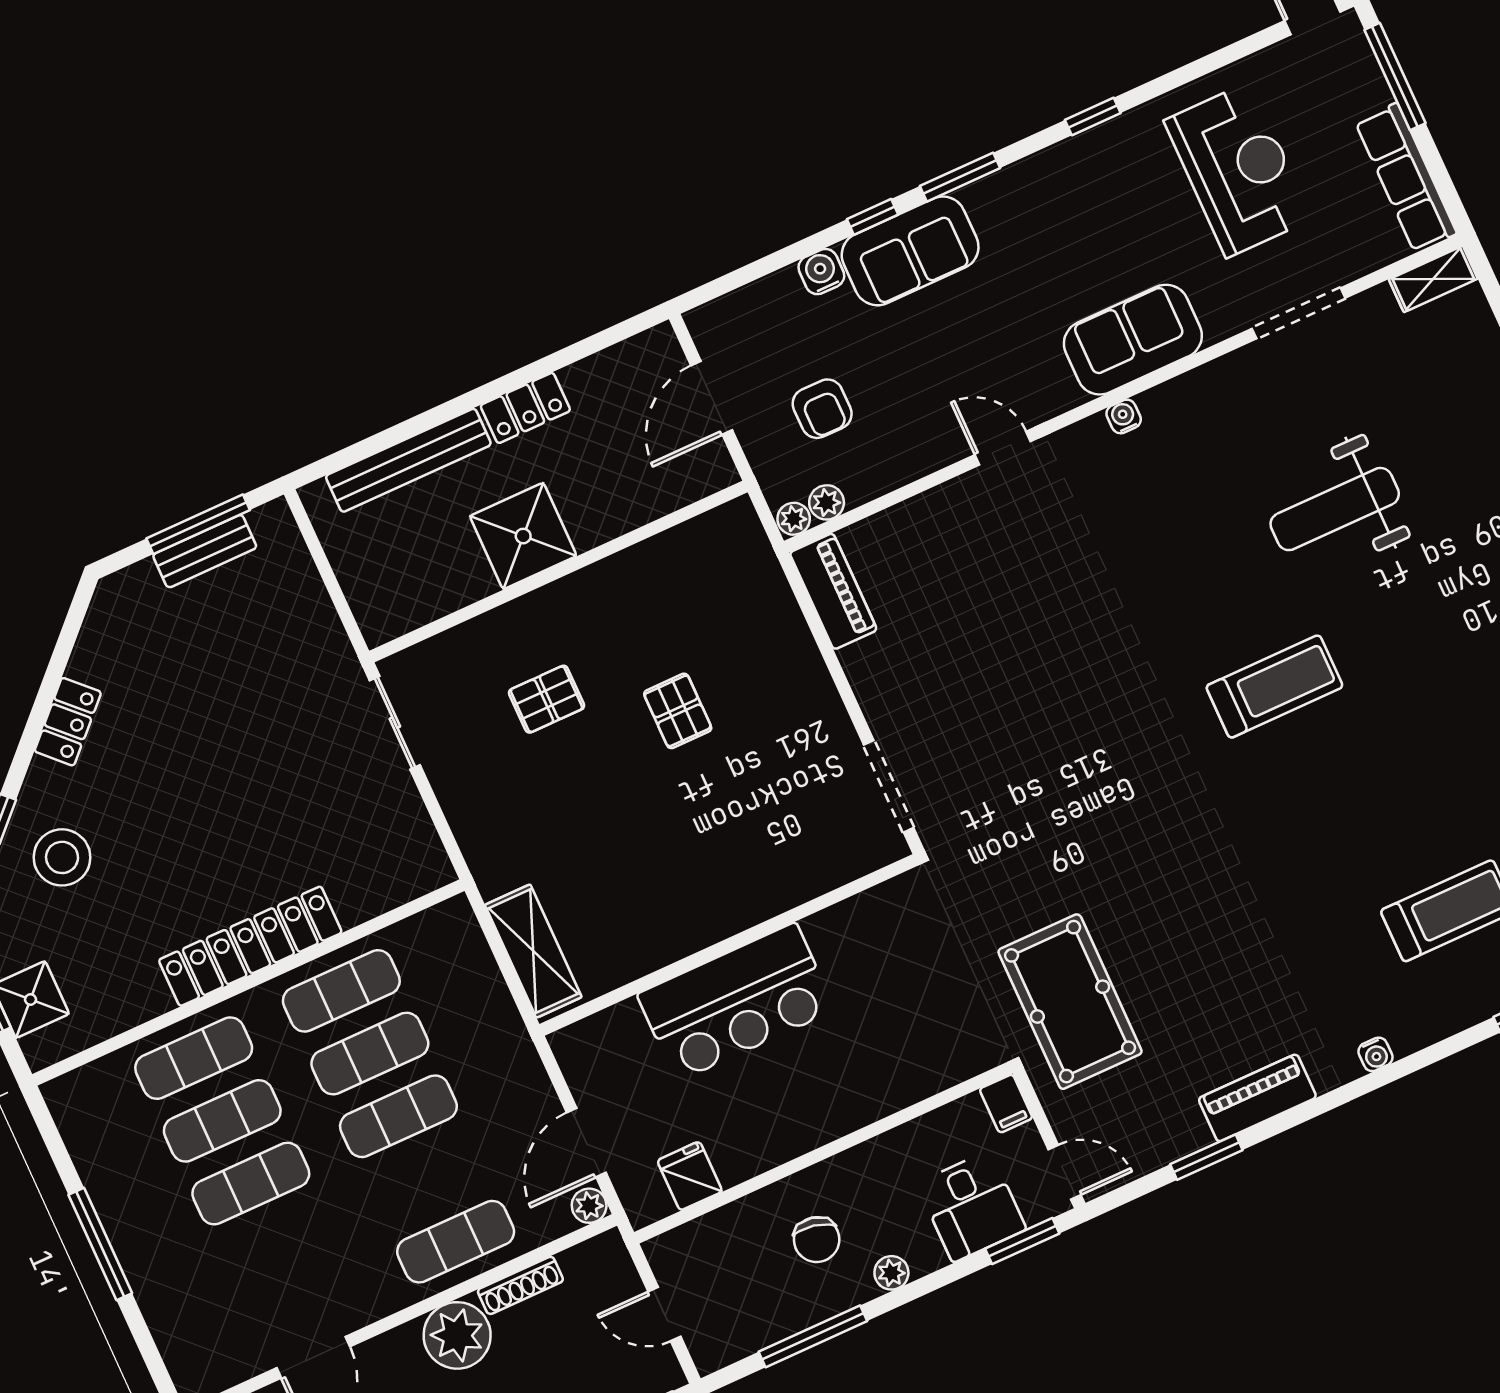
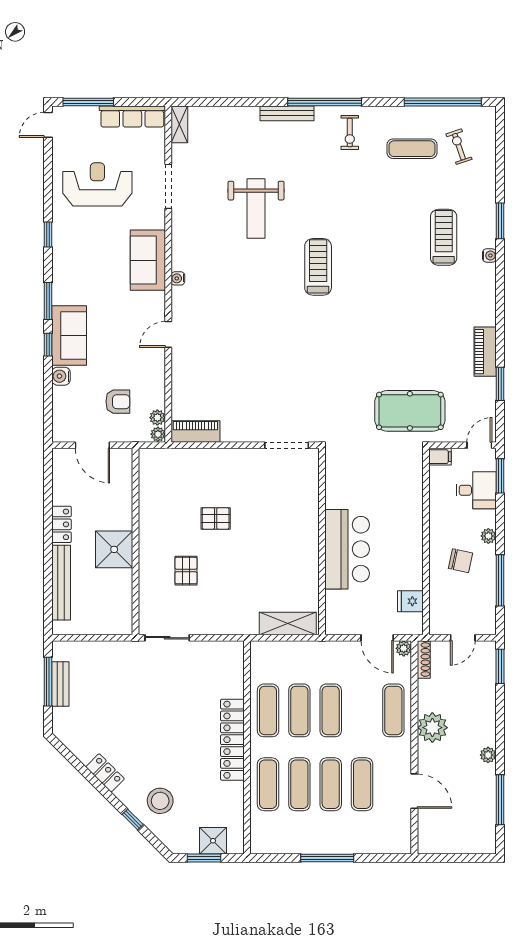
water cooler: (1375, 1054) -> (489, 255), moved
exercise mat: (279, 1246) -> (362, 784), added
shoe rack: (520, 1285) -> (424, 659), moved

